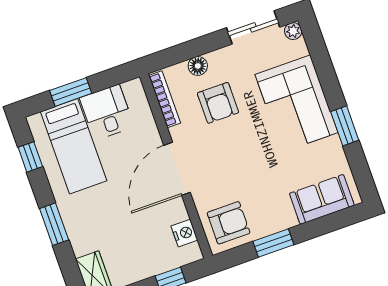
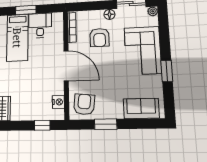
floor lamp: (198, 66) -> (109, 14), moved
door: (177, 169) -> (66, 66), swing flipped
armchair: (229, 223) -> (84, 104), turned -84

